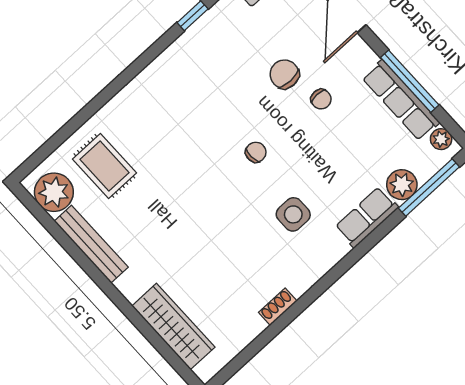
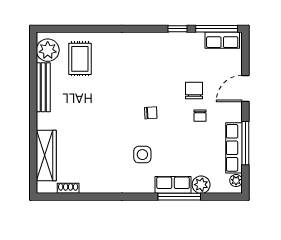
window: (429, 187) -> (179, 197), moved
shoe rack: (278, 307) -> (68, 188), moved

